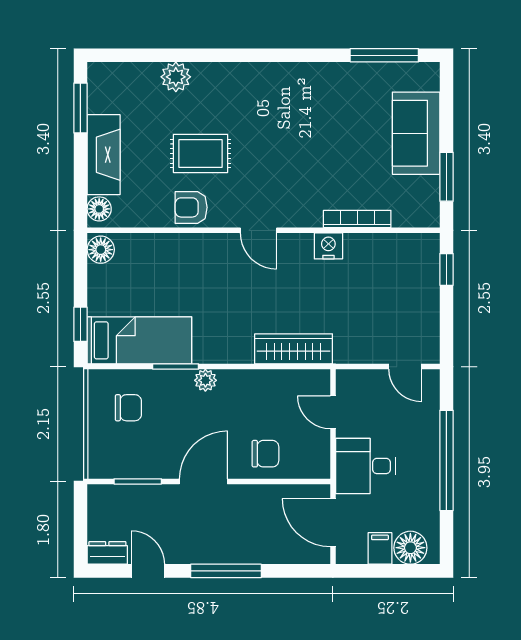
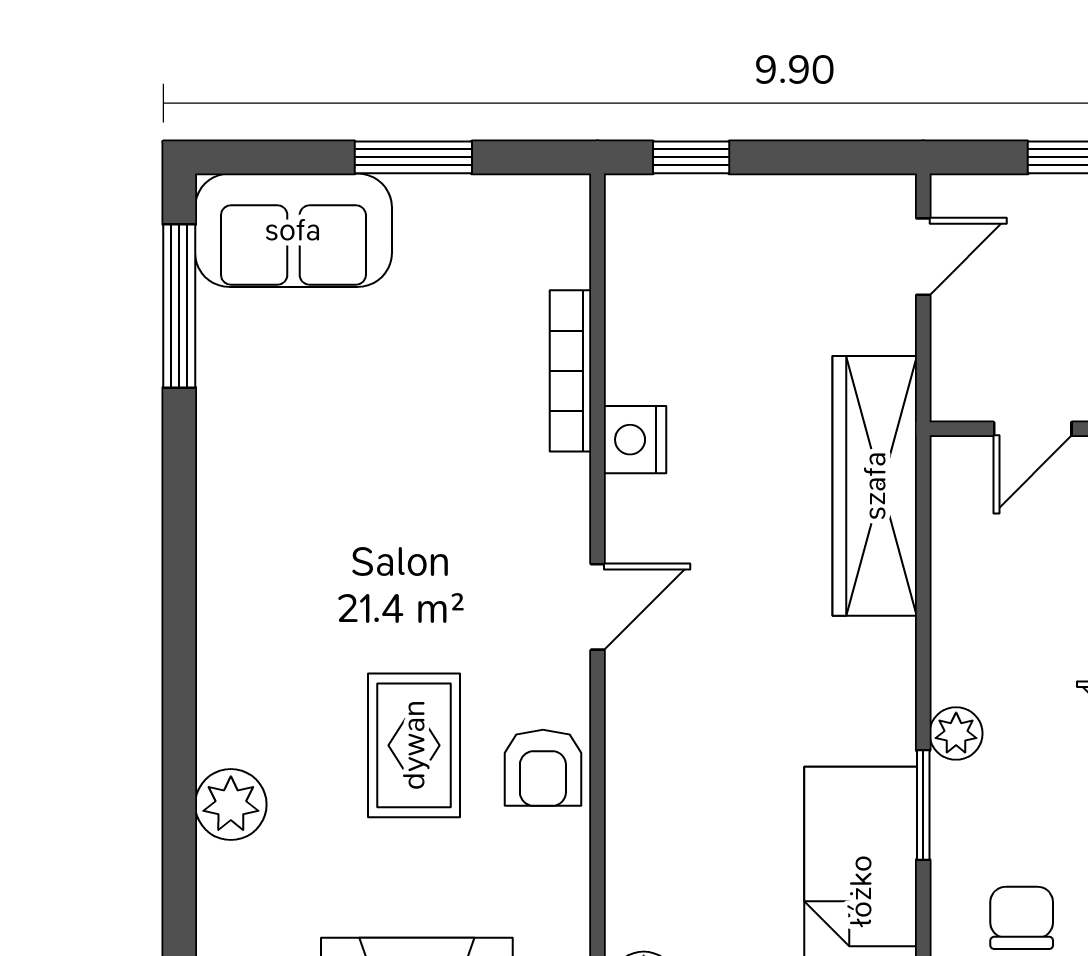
sofa: (416, 133) -> (293, 230), moved
window: (446, 177) -> (413, 157), moved
wardrobe: (294, 349) -> (875, 486), width x1.40, depth x1.17

